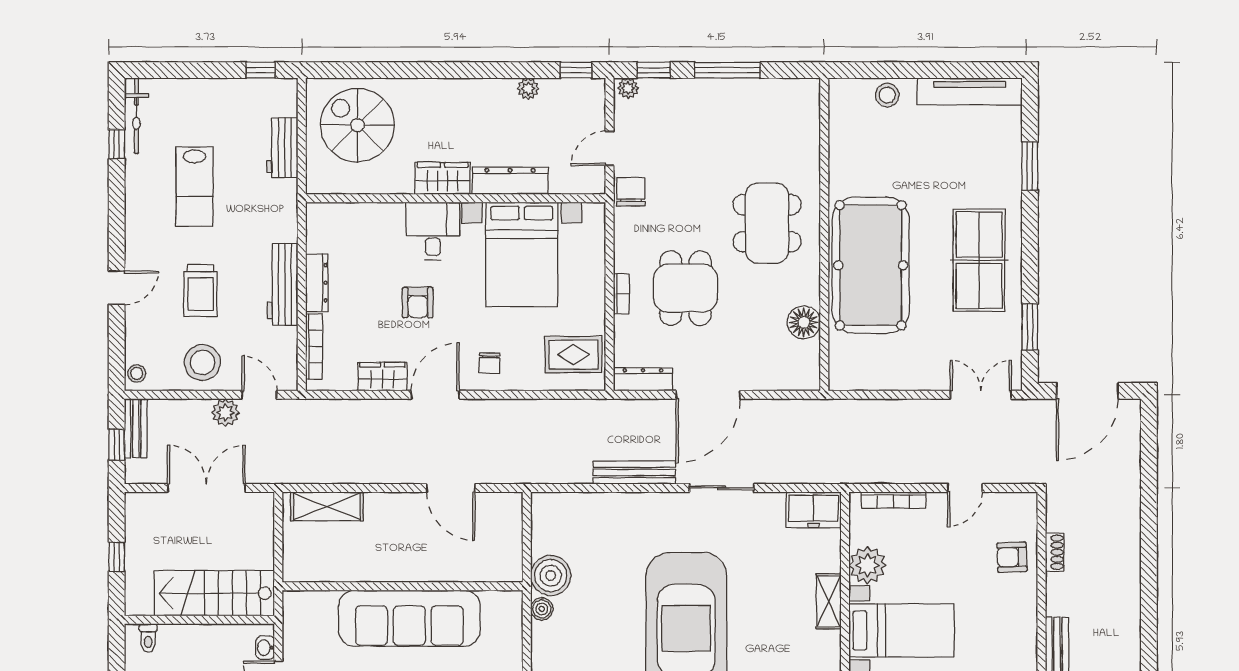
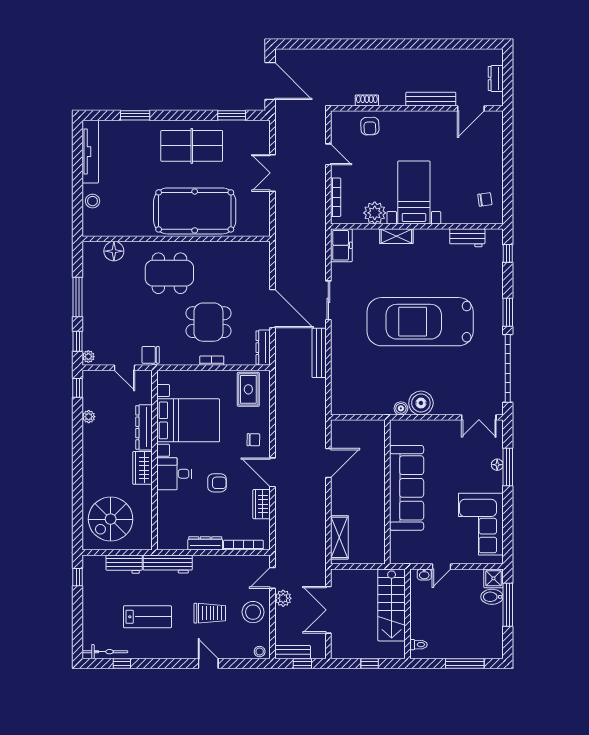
workbench: (283, 285) -> (168, 564), moved
floor lamp: (804, 322) -> (114, 251), moved
double door: (981, 395) -> (272, 173), moved
boiler: (551, 576) -> (421, 403), moved

